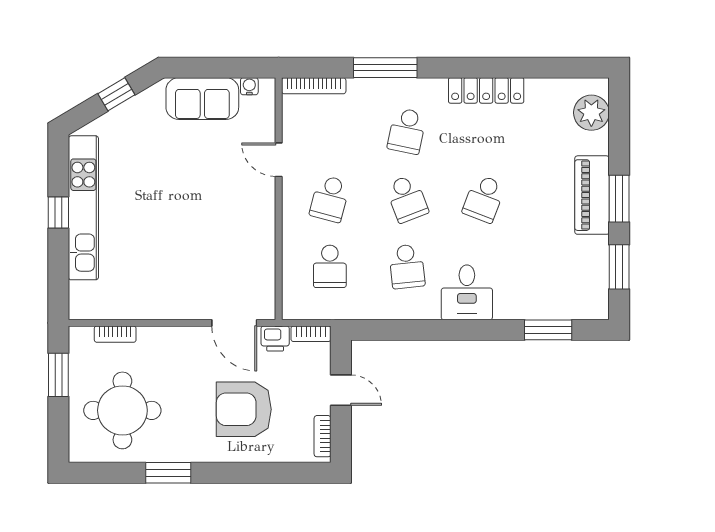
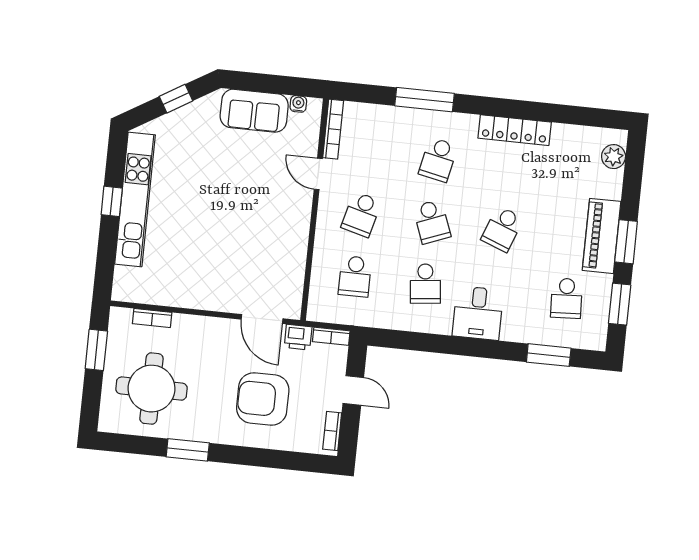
bookcase: (314, 86) -> (333, 129), moved, turned -90
plant: (591, 113) -> (614, 157), width x0.73, depth x0.73
school desk: (561, 266) -> (566, 298), added

